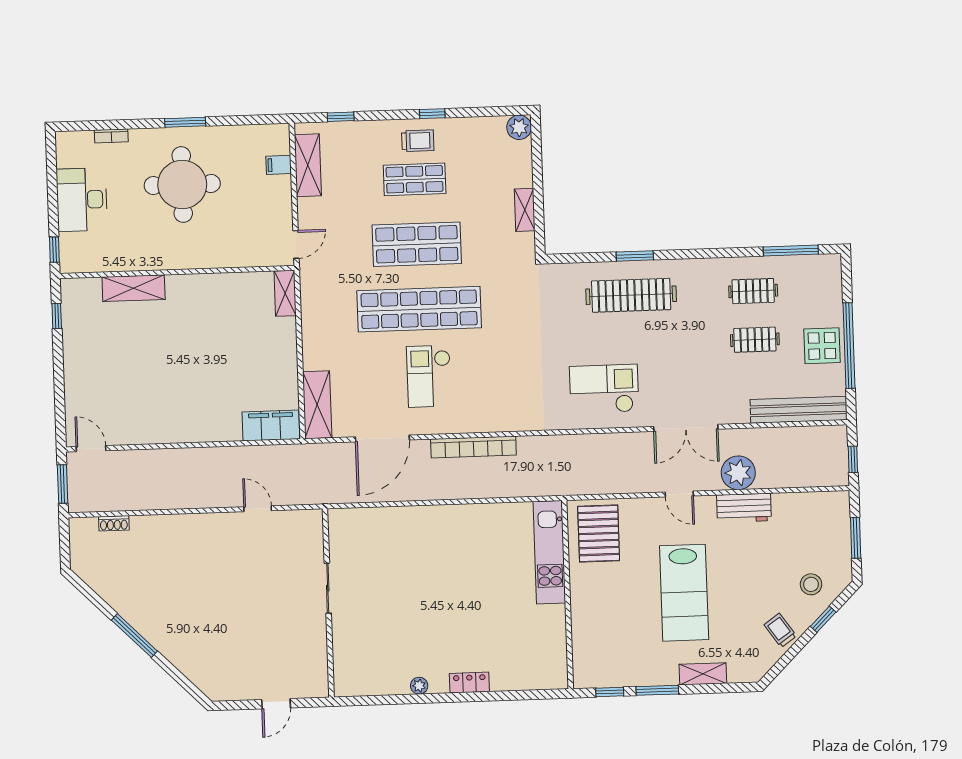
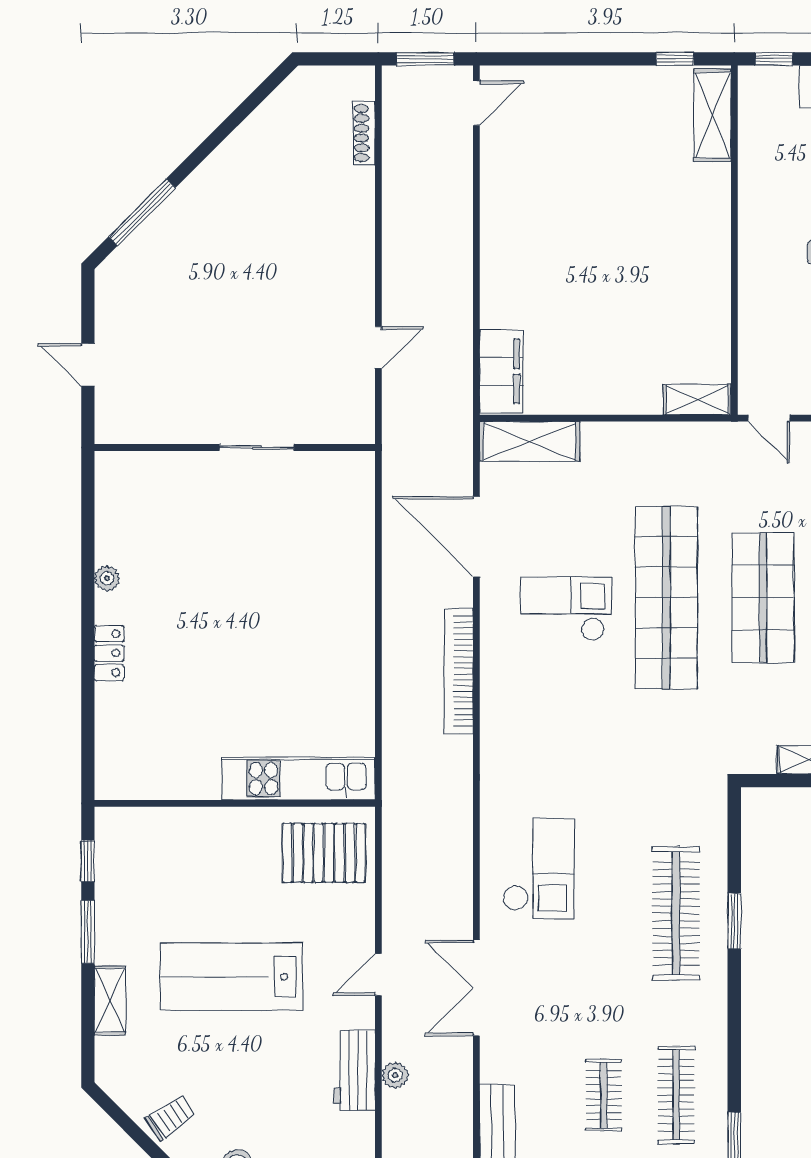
shelving: (134, 288) -> (712, 115), moved
clothes rail: (753, 291) -> (676, 1095), width x1.36
plant: (738, 473) -> (395, 1075), width x0.53, depth x0.53
shoe rack: (114, 523) -> (364, 133), width x1.43
window: (134, 636) -> (142, 212), moved

